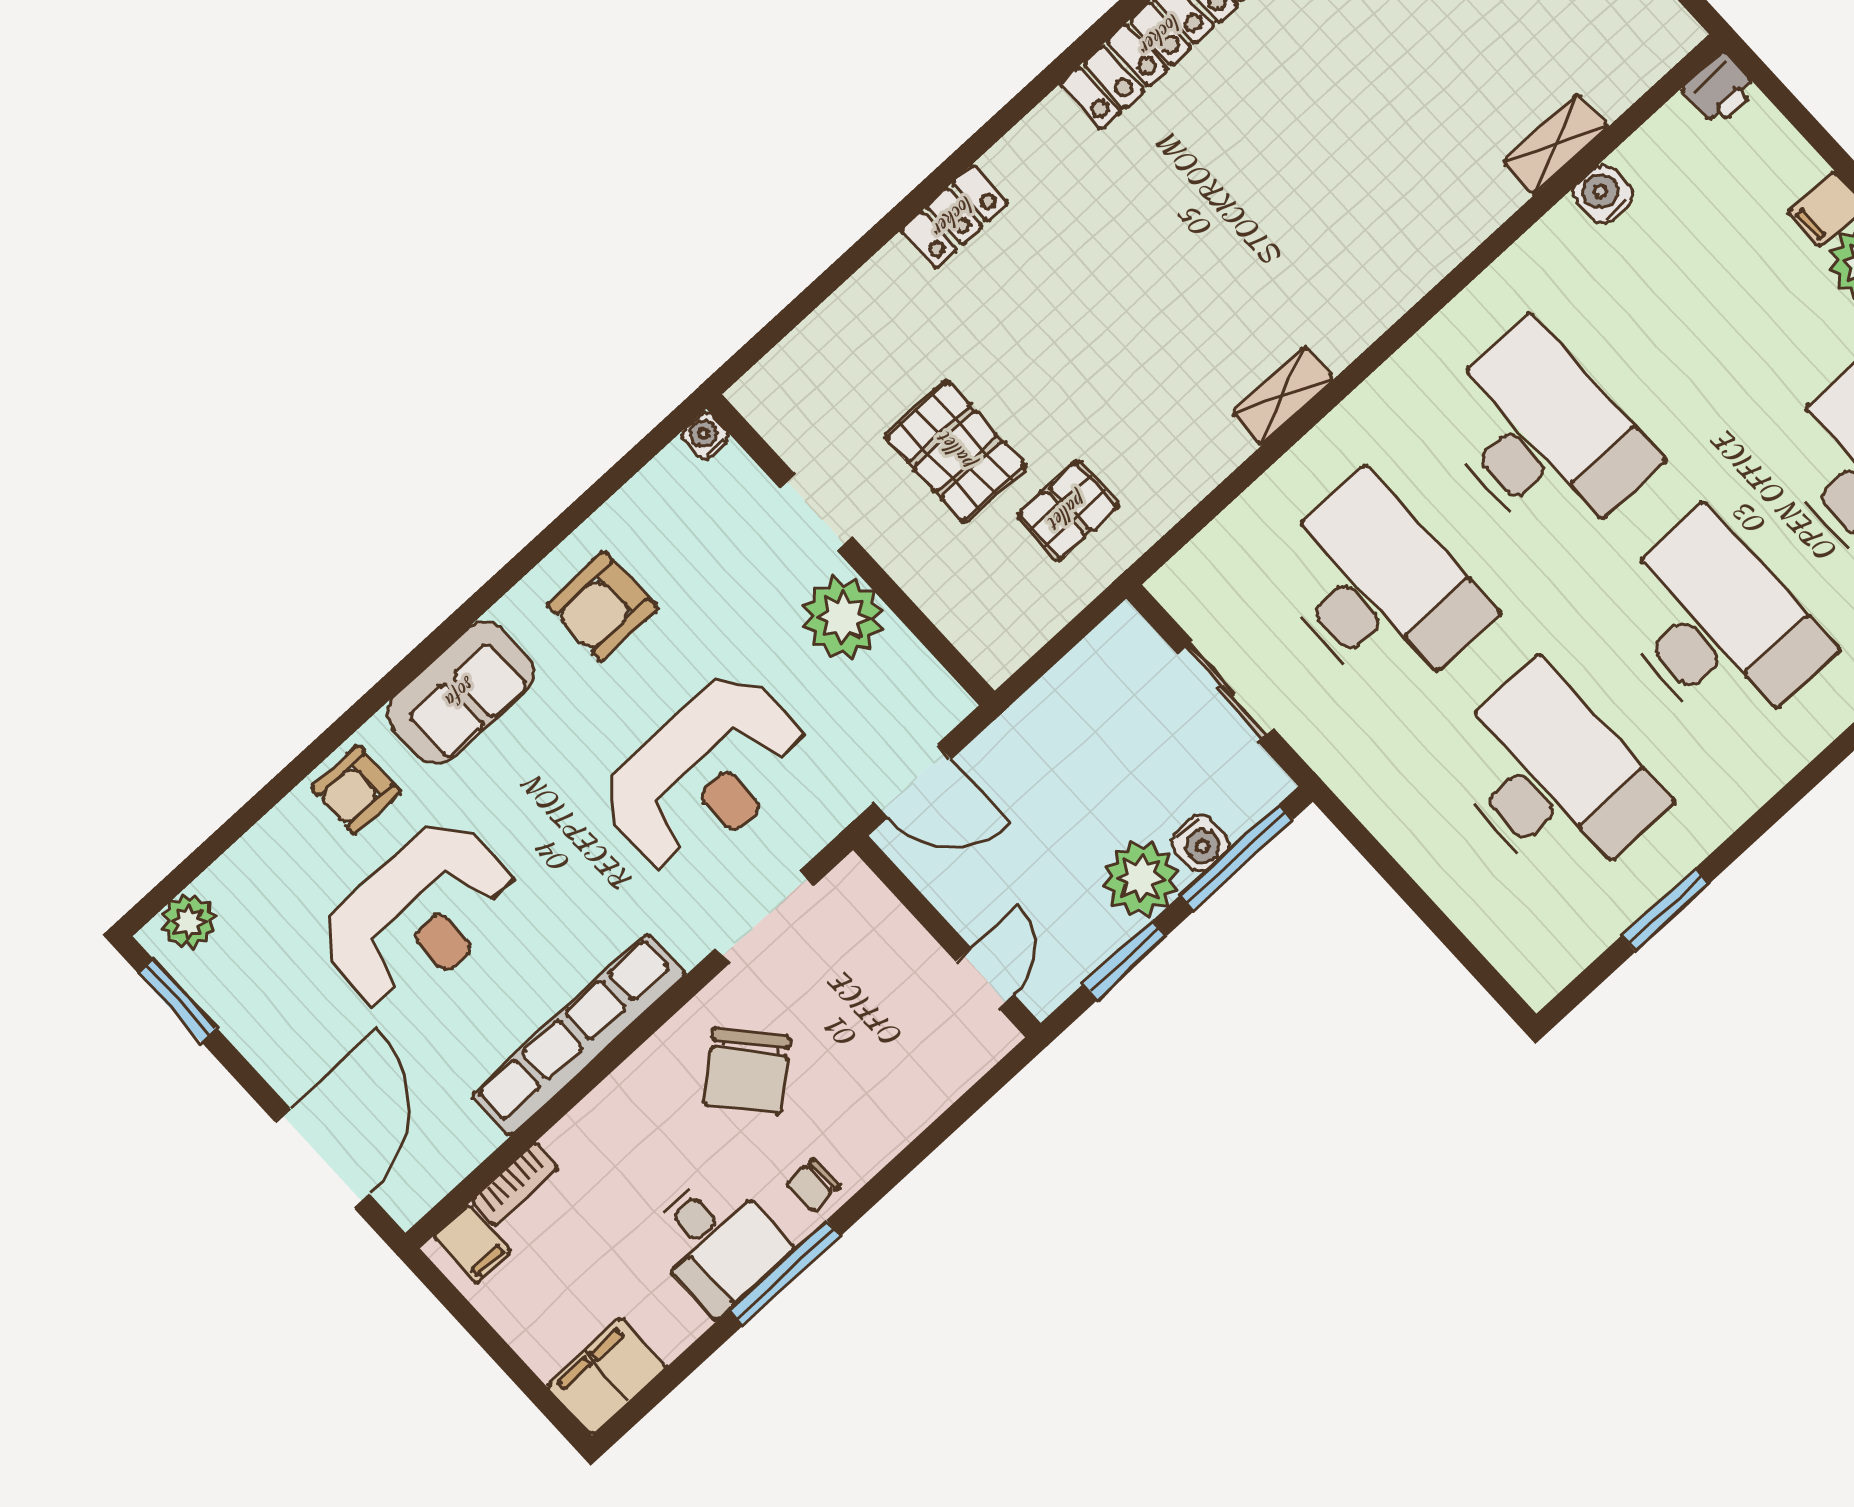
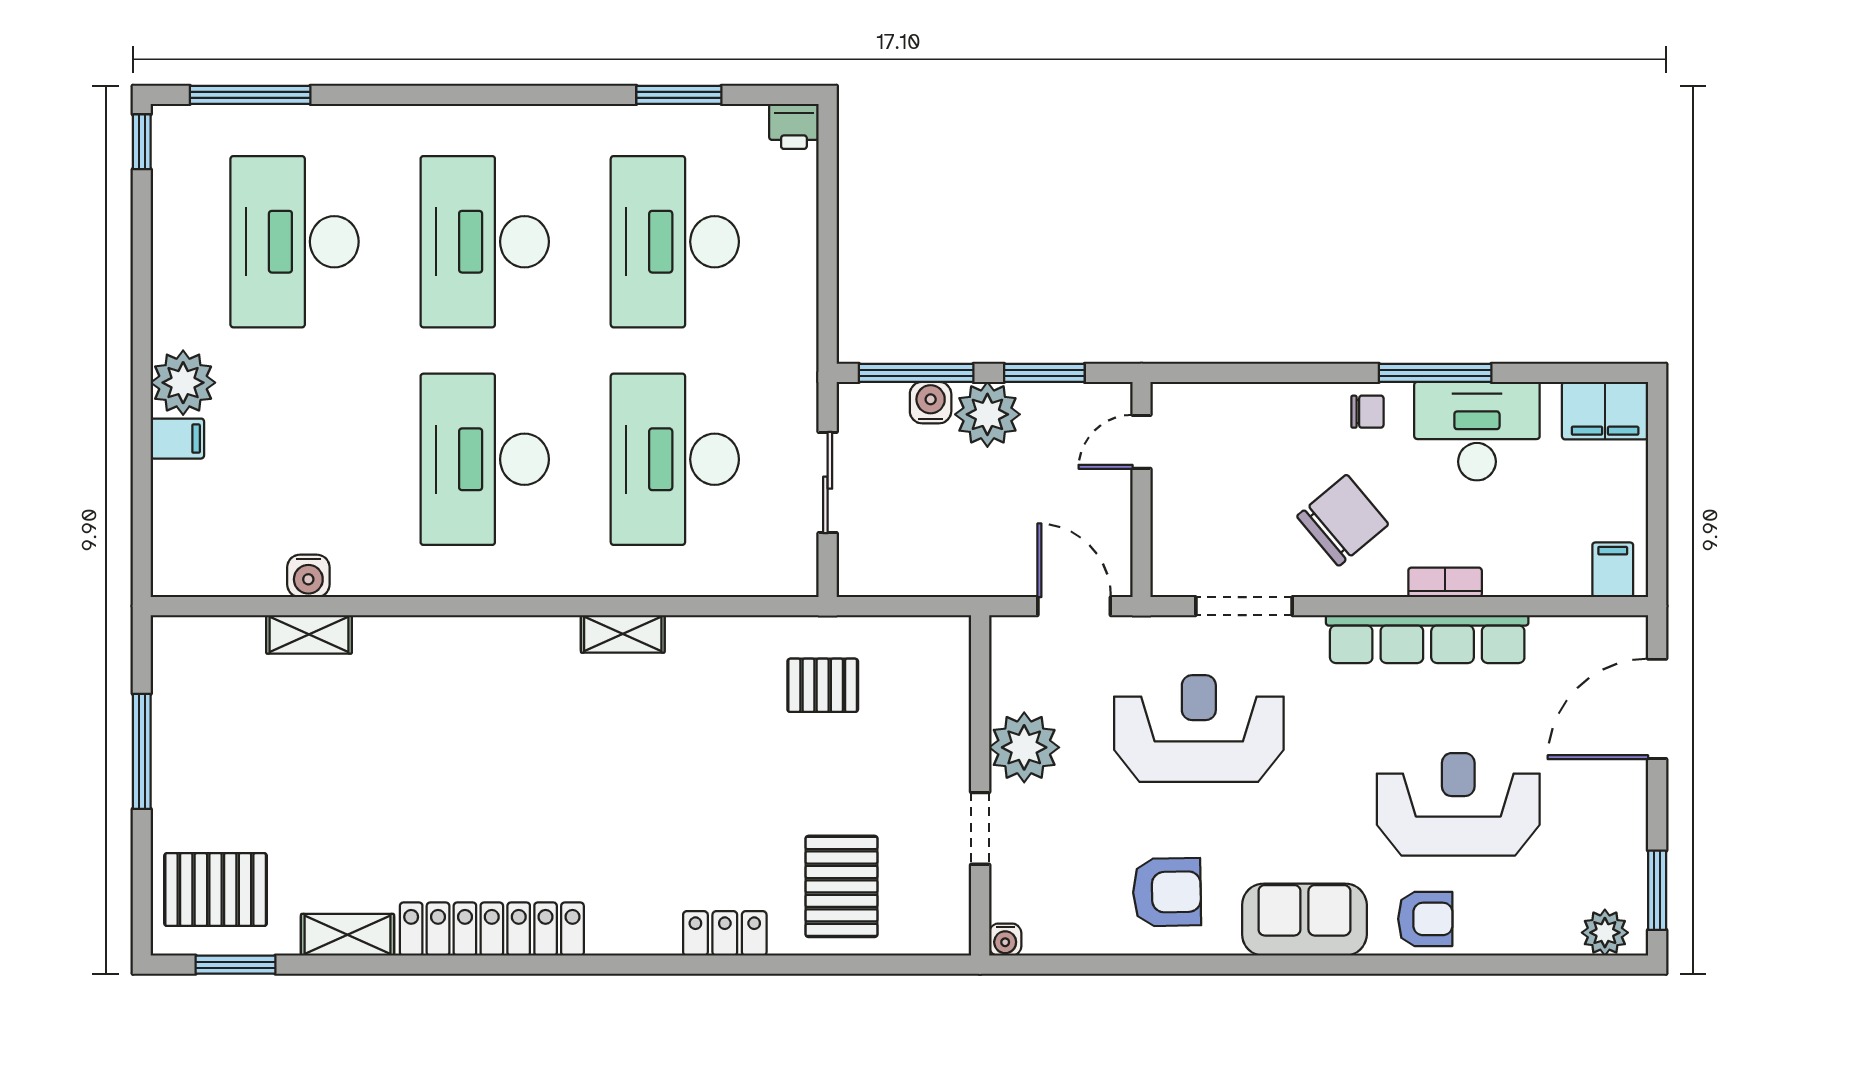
printer: (1720, 89) -> (794, 126), moved, turned 180
pallet: (956, 452) -> (842, 886), moved
bookcase: (515, 1184) -> (1445, 582), moved
desk: (716, 1242) -> (1477, 431), width x1.37

